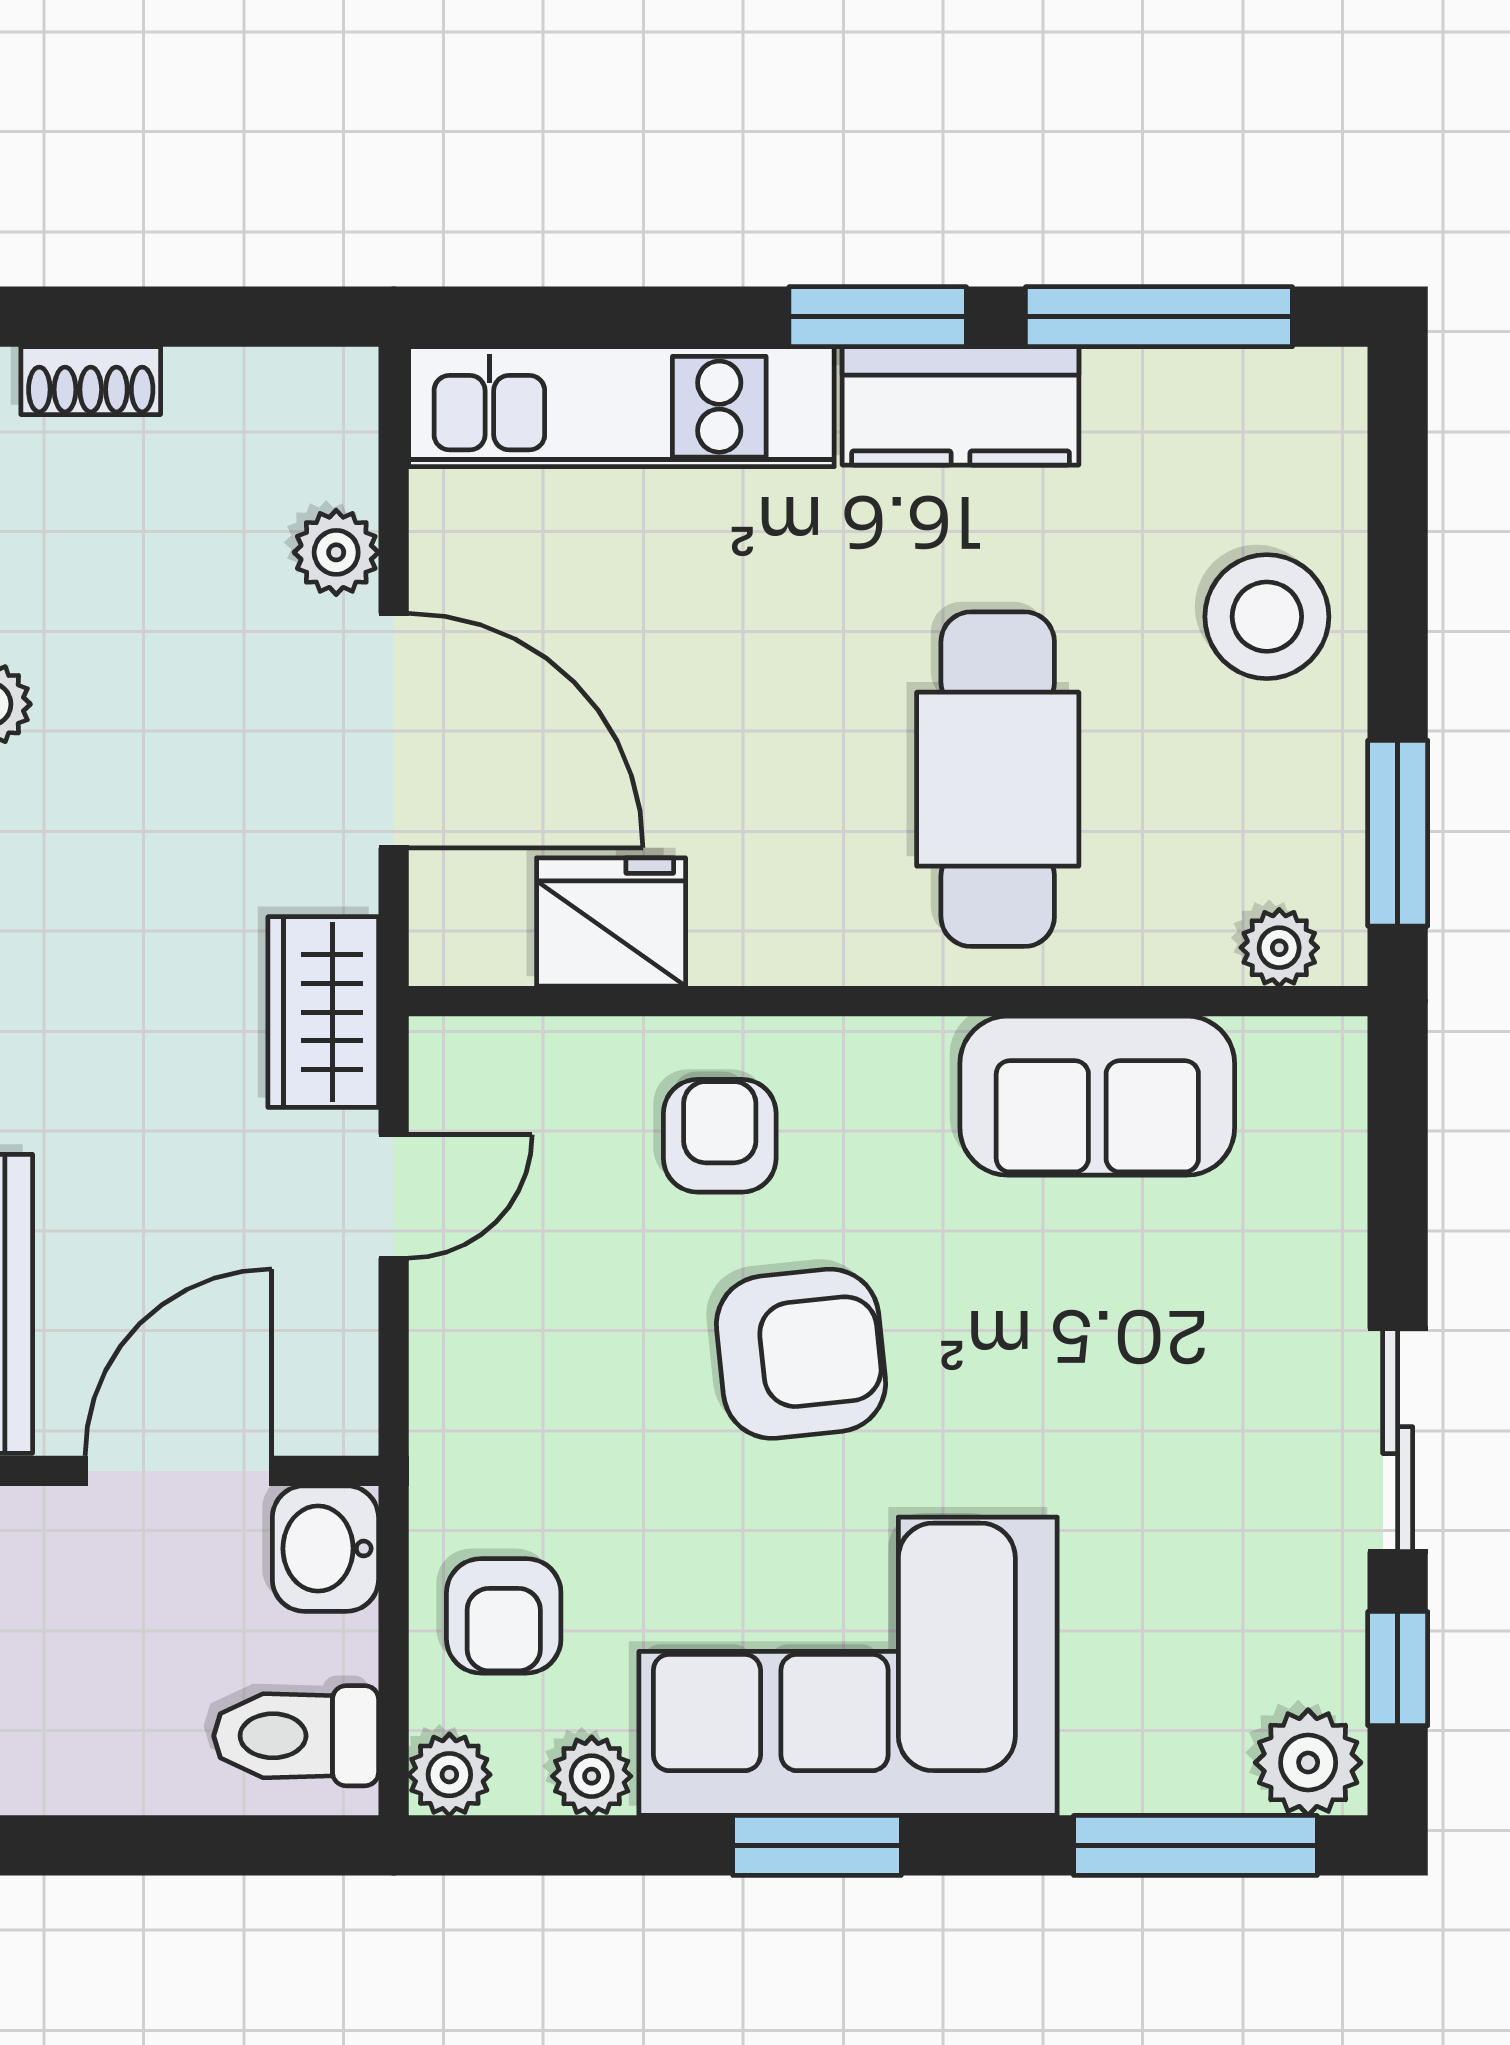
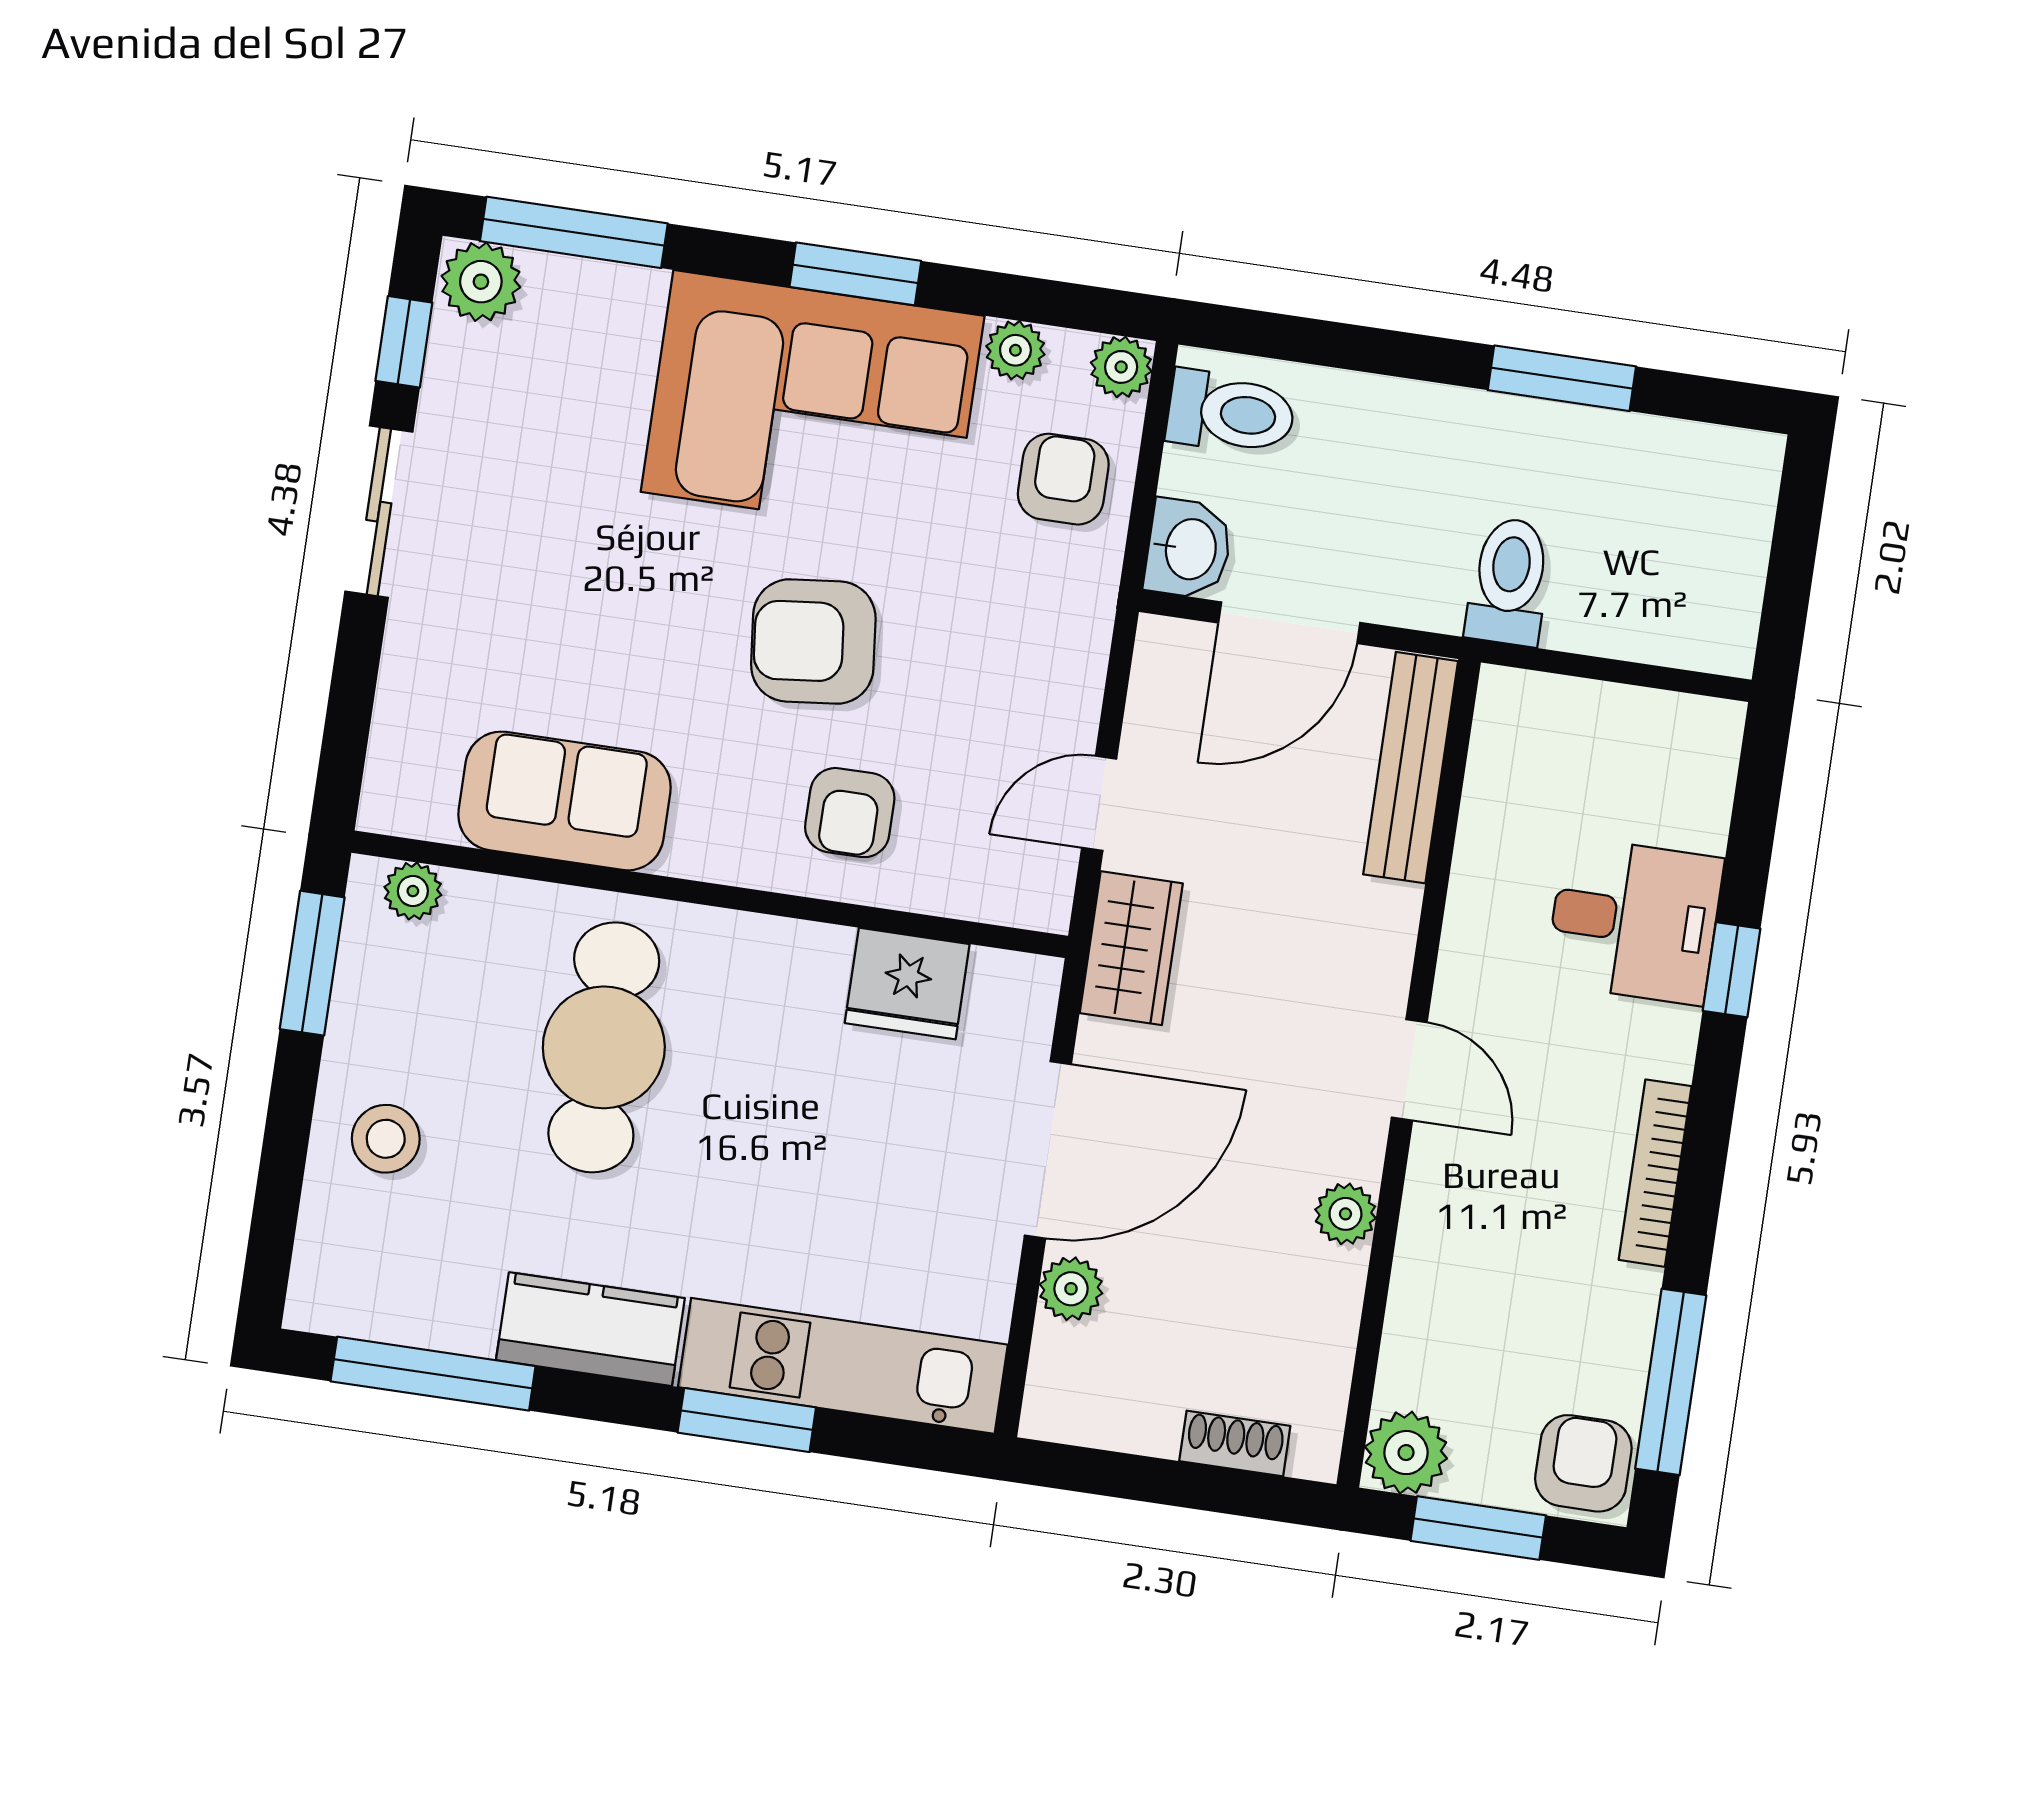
window: (878, 317) -> (747, 1420), moved
stool: (1267, 617) -> (386, 1139), width x0.73, depth x0.73
door: (394, 731) -> (1048, 1150), swing flipped

